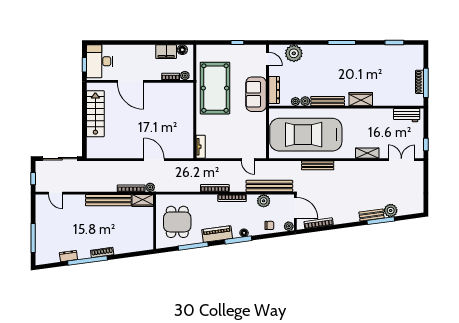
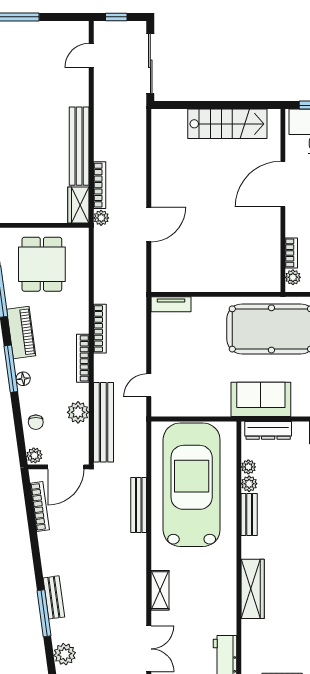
wardrobe: (361, 99) -> (253, 589), width x1.50
bench: (328, 101) -> (249, 514), width x0.73
plant: (391, 211) -> (65, 654), moved
dining table: (177, 222) -> (42, 264), turned 90

